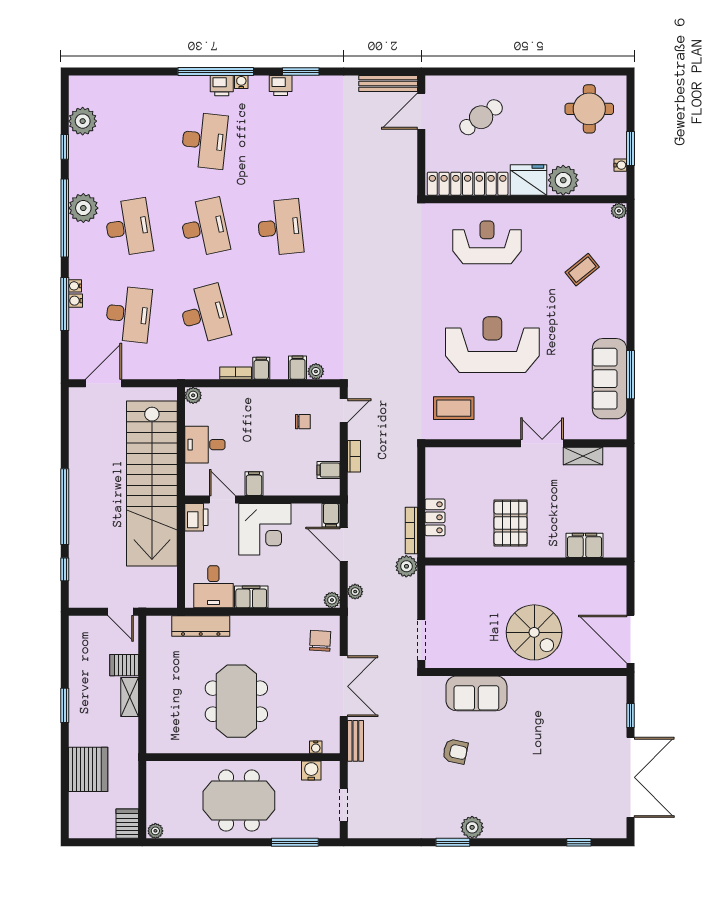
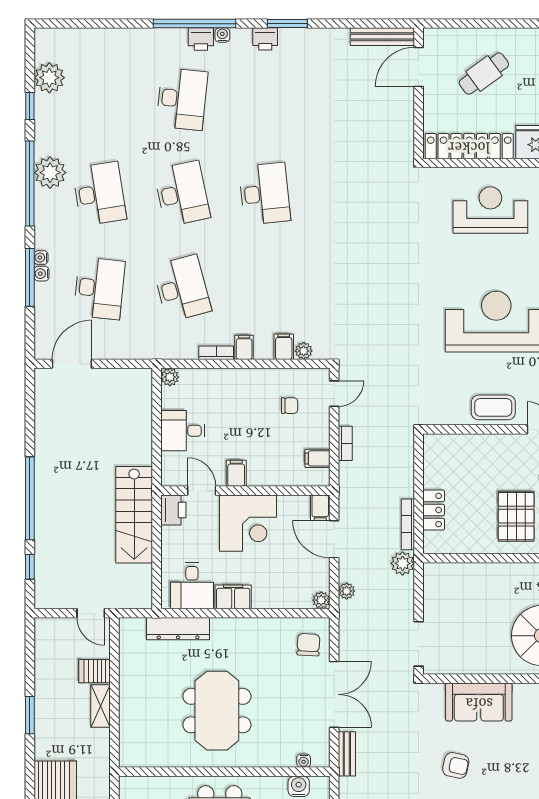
coffee table: (454, 408) -> (493, 407), moved
stairs: (152, 484) -> (134, 515), width x0.54, depth x0.66

